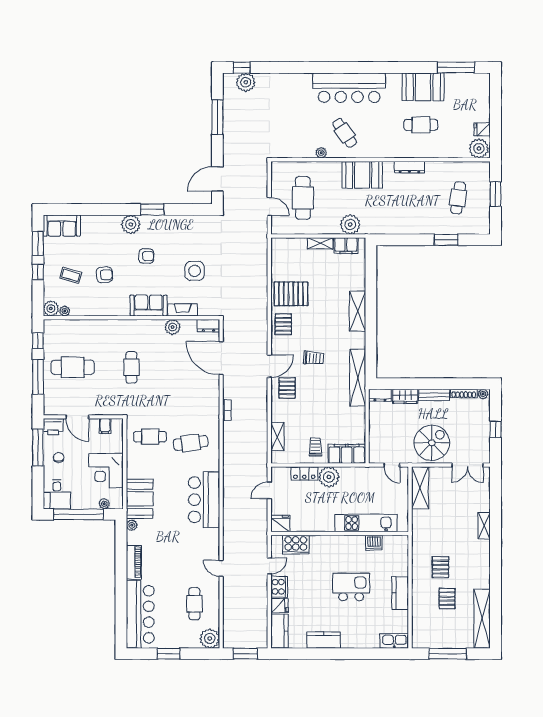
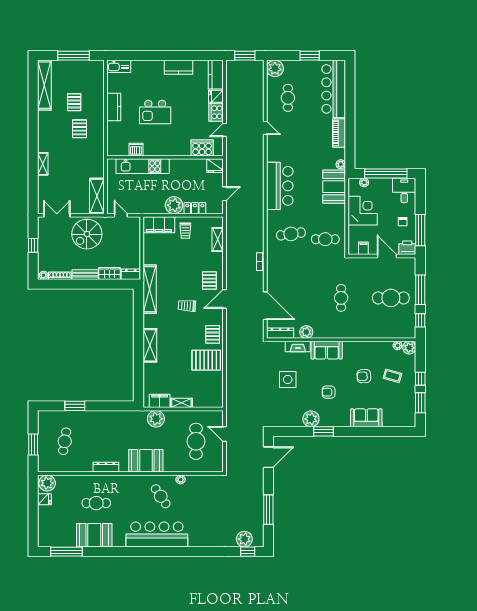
plant: (131, 224) -> (311, 419), moved
sofa: (62, 226) -> (366, 418), moved
dresser: (208, 326) -> (280, 333), width x1.44

